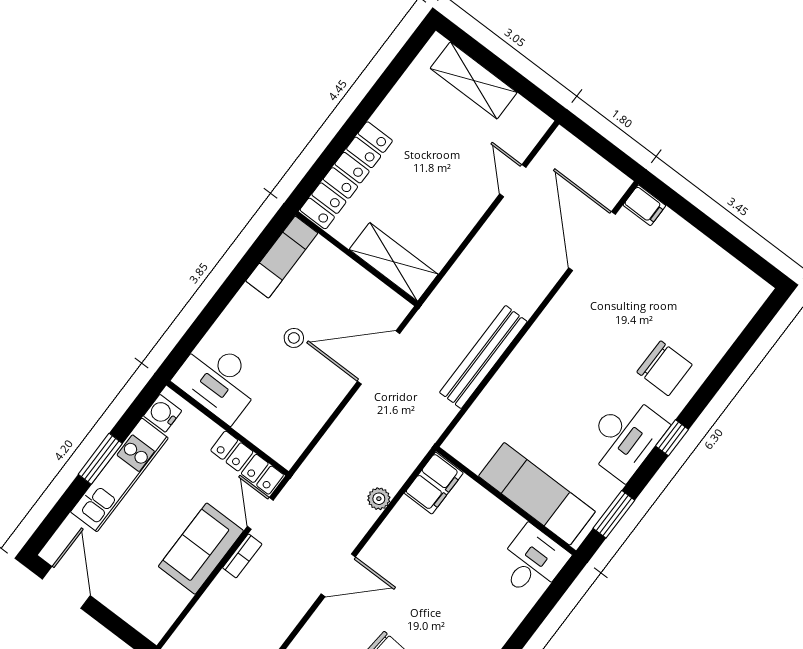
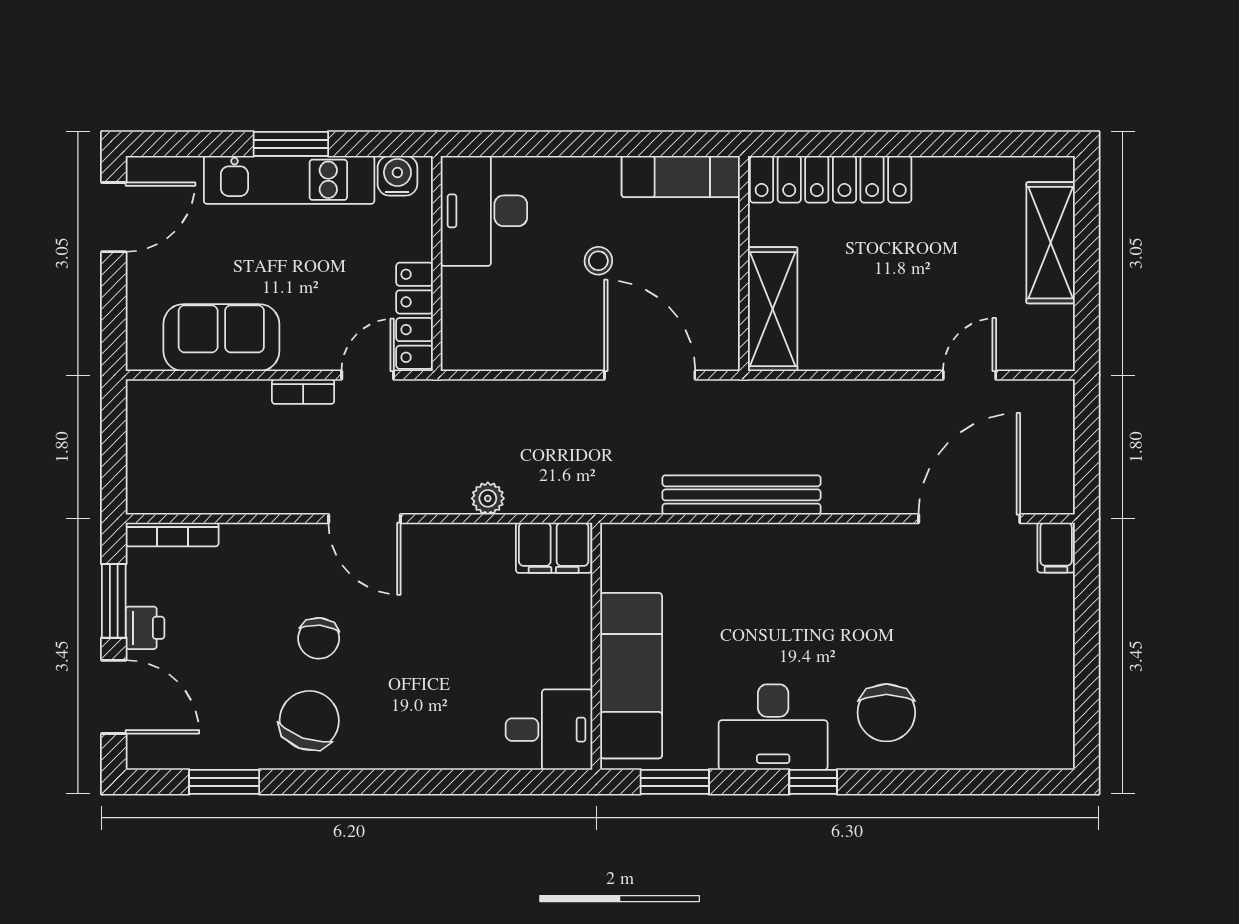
sofa: (201, 549) -> (221, 338), moved

